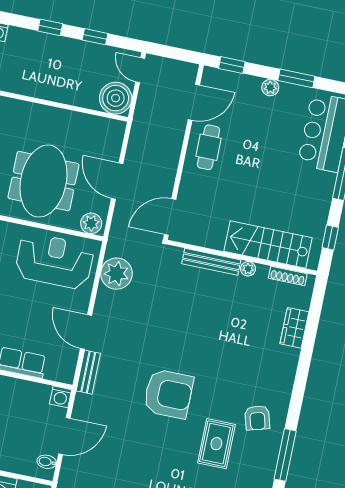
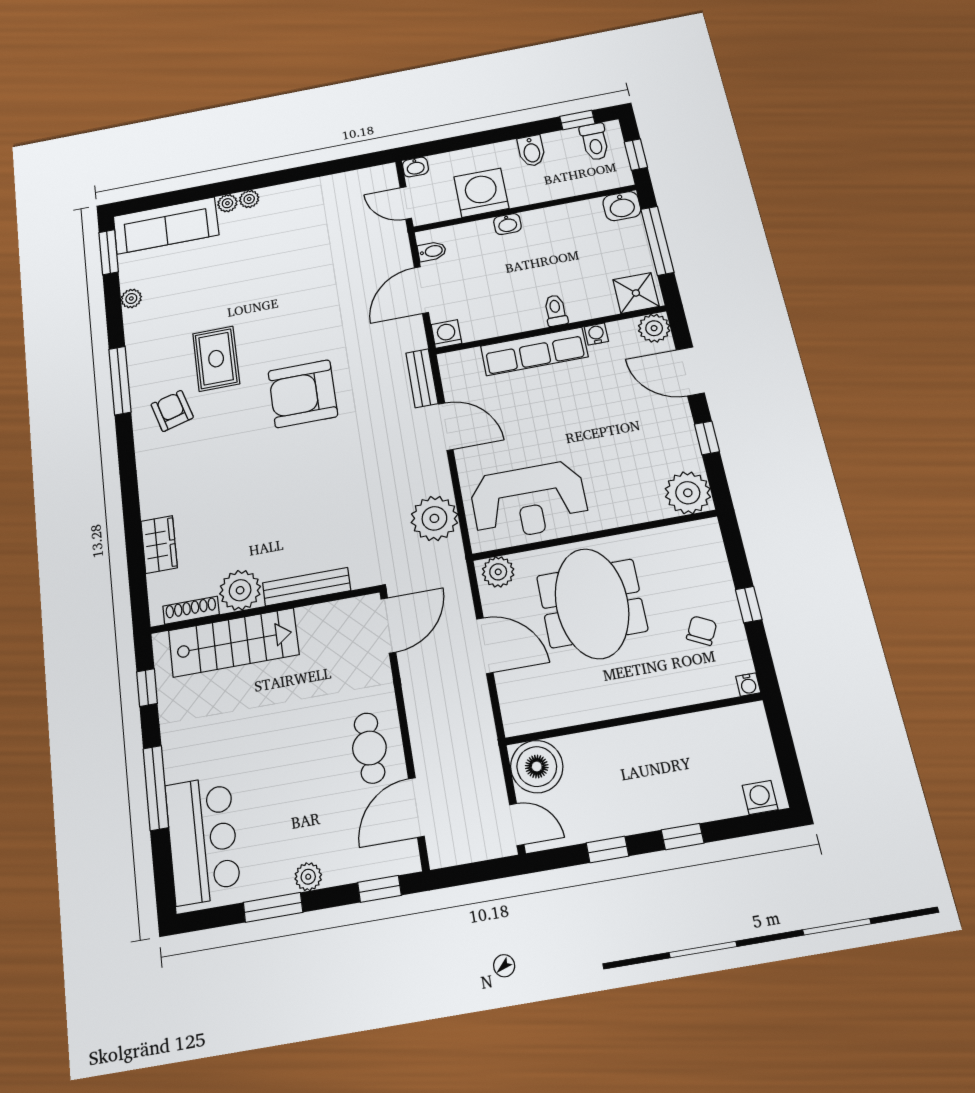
plant: (248, 269) -> (240, 590), width x1.88, depth x1.88

